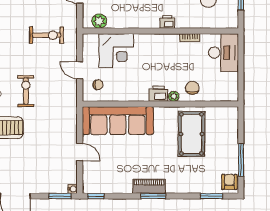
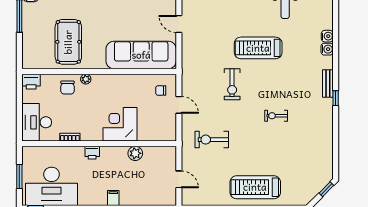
plant: (99, 21) -> (135, 153), moved
corner desk: (116, 51) -> (120, 124), moved
printer: (158, 94) -> (31, 82), moved

